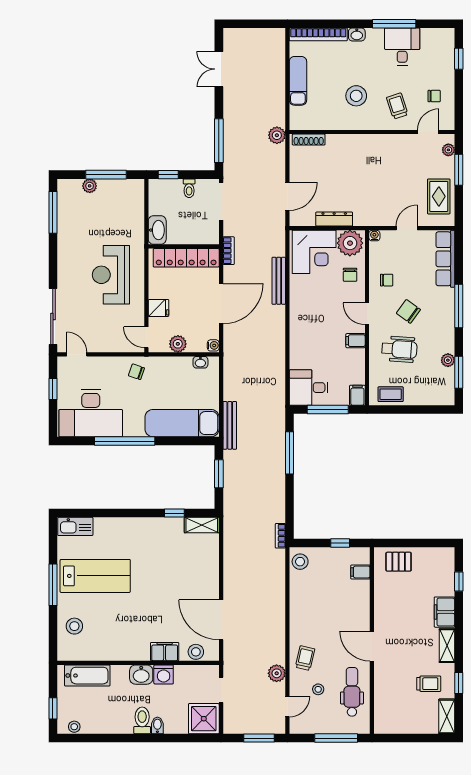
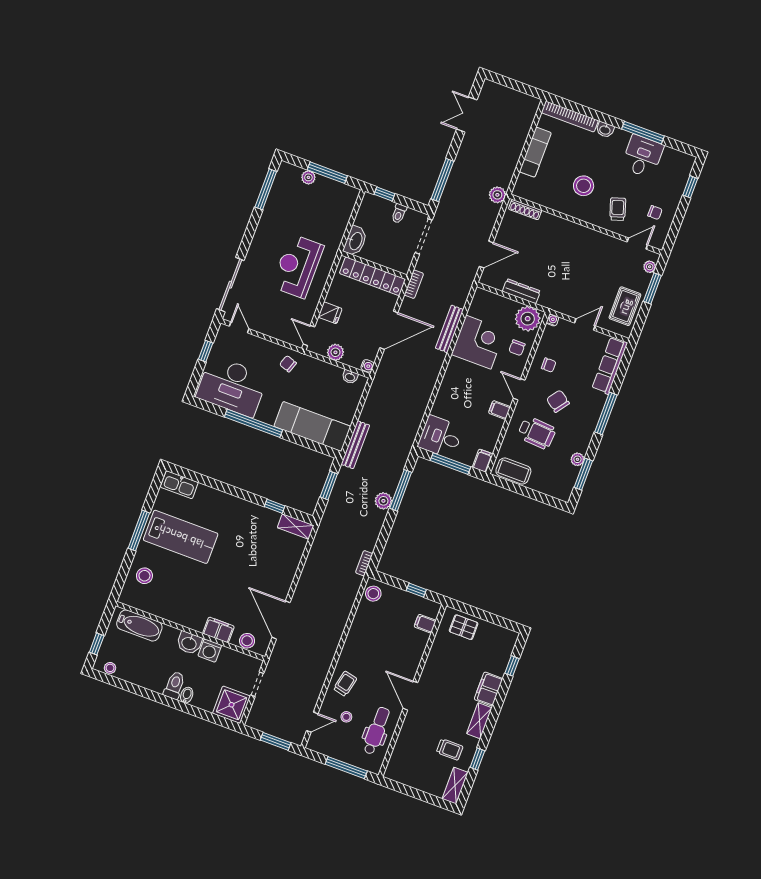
corner desk: (314, 252) -> (478, 342), moved, turned -90
coffee table: (391, 394) -> (513, 471), width x1.36, depth x1.30
plant: (277, 673) -> (383, 501), moved

